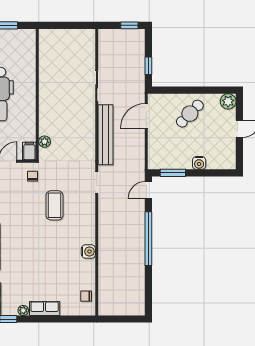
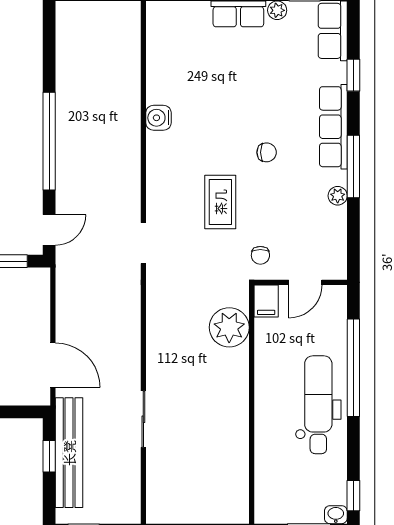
door: (146, 116) -> (53, 365), hinge flipped
bench: (106, 135) -> (69, 453), moved
plant: (45, 142) -> (229, 327), width x1.88, depth x1.88
chair: (86, 296) -> (267, 152), moved

